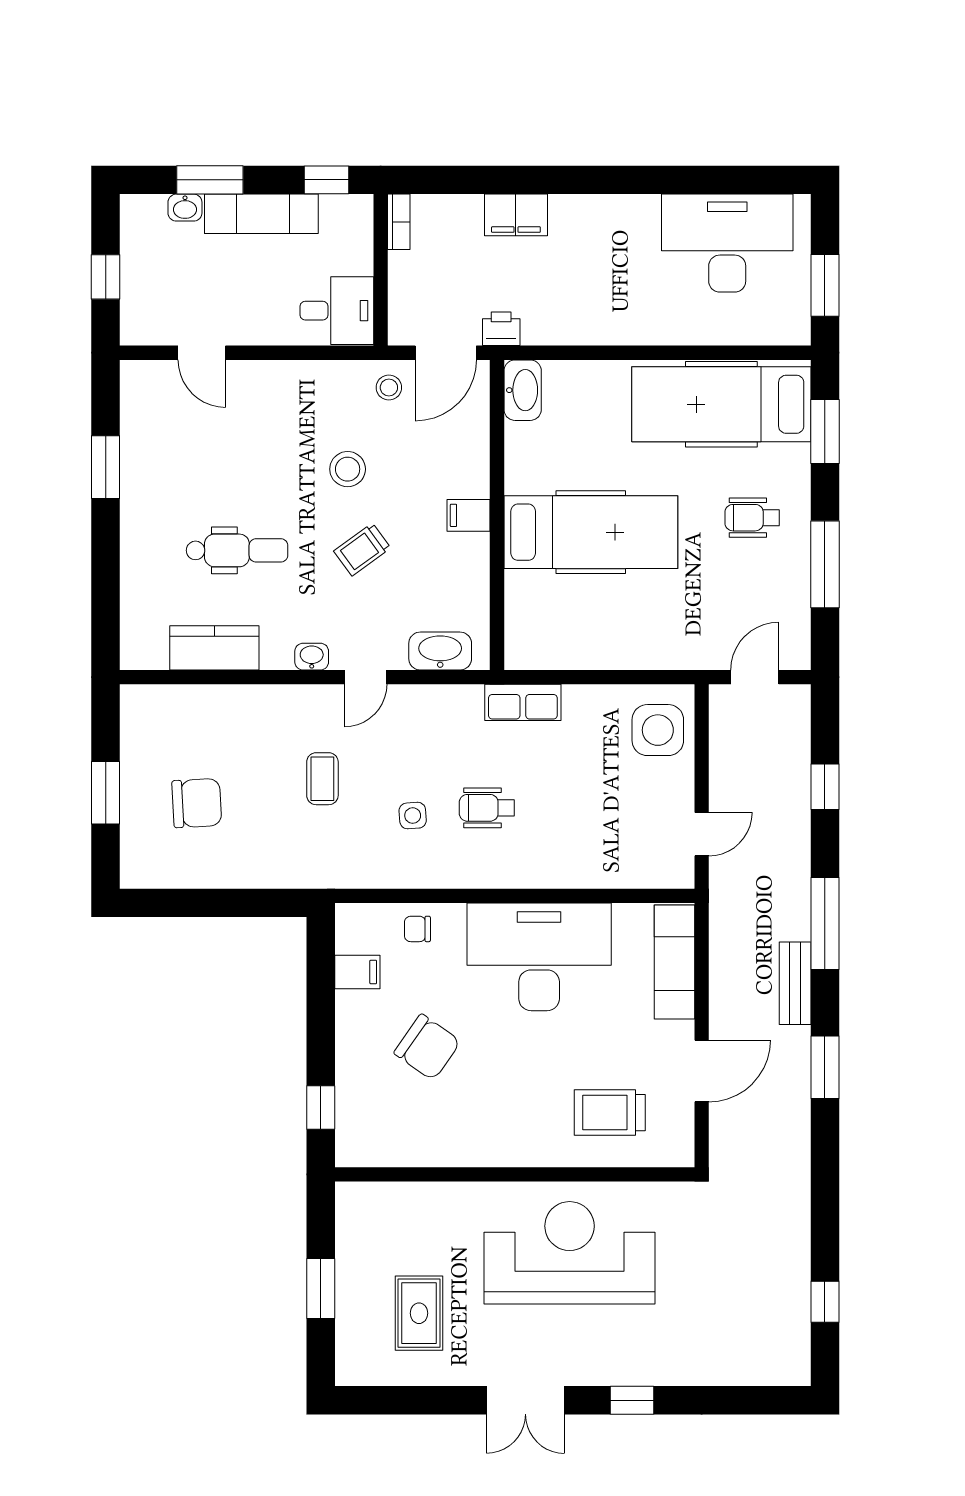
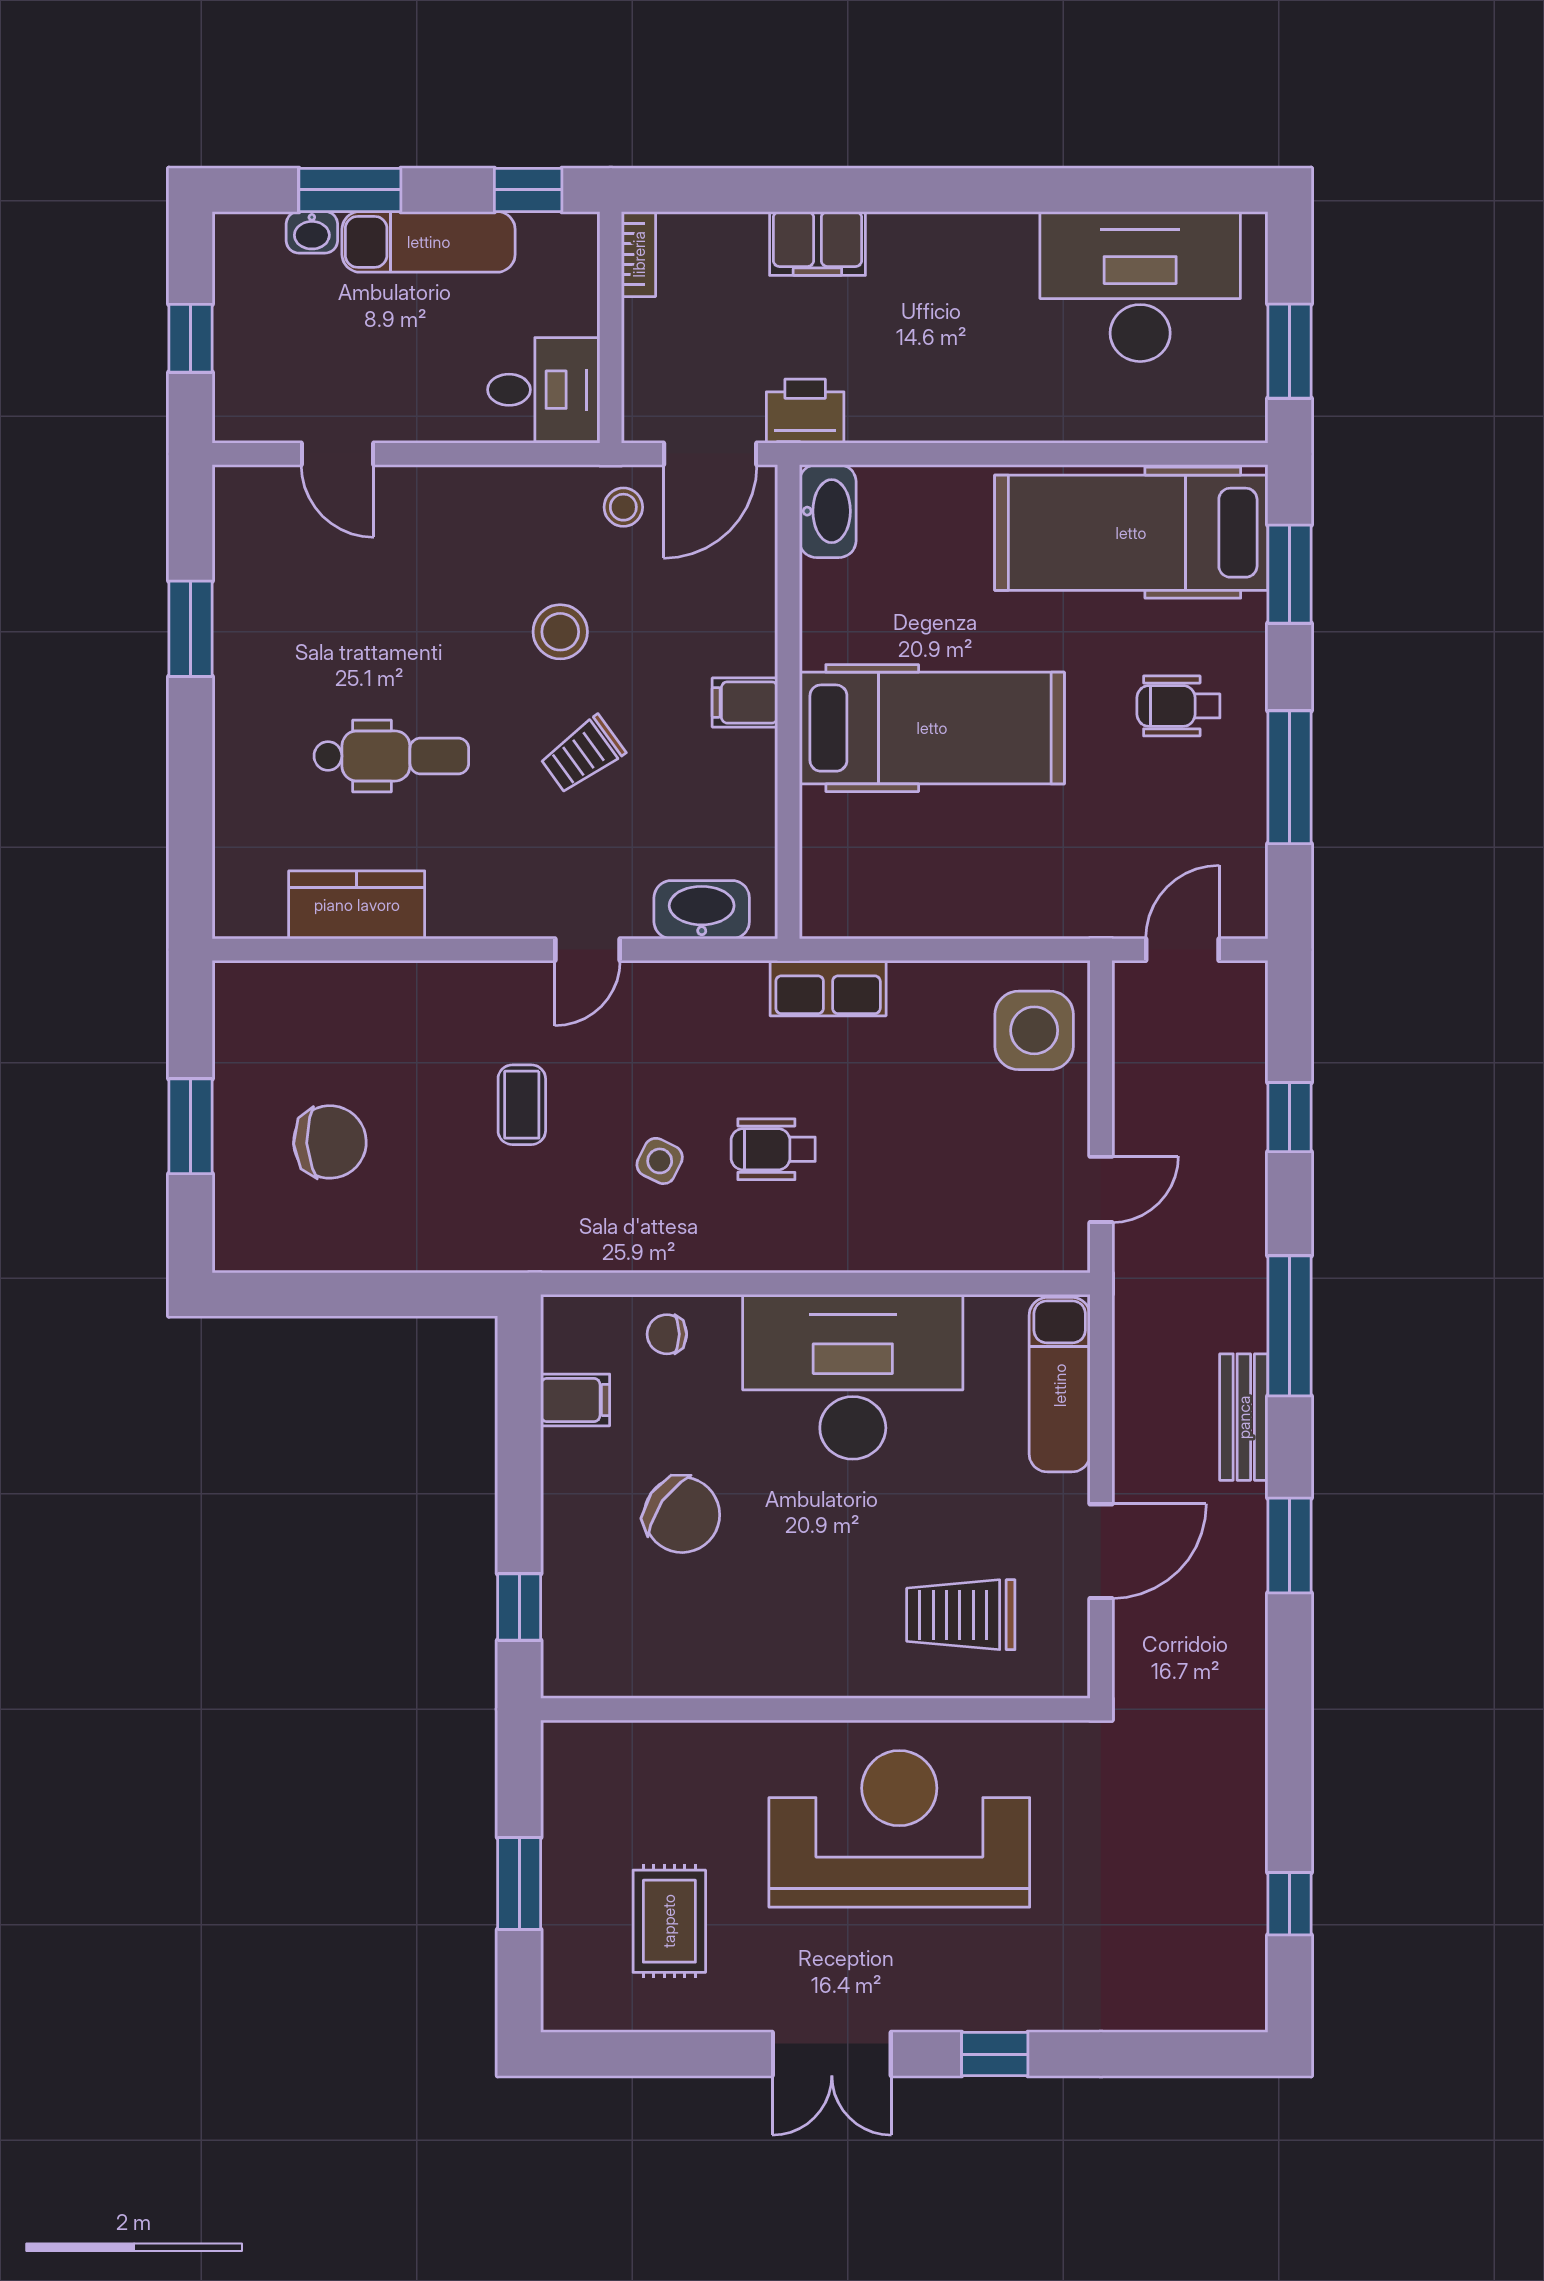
printer: (501, 329) -> (805, 411), width x1.36, depth x1.24
washbasin: (312, 657) -> (505, 918), removed
side table: (413, 816) -> (660, 1161), turned 30

